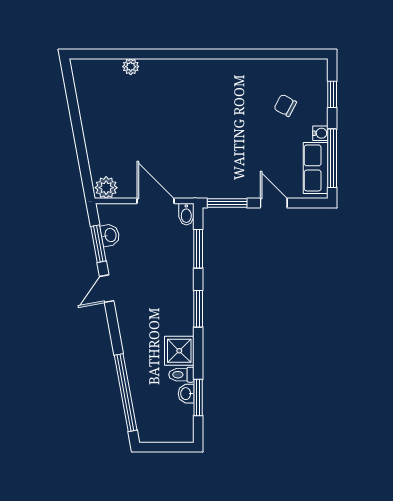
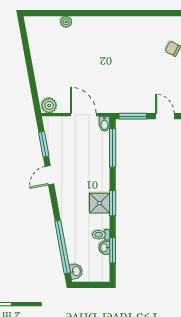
washbasin: (110, 235) -> (76, 271), moved
window: (198, 249) -> (113, 148), width x1.44
window: (198, 309) -> (113, 203), moved
shower: (179, 351) -> (100, 203), moved

